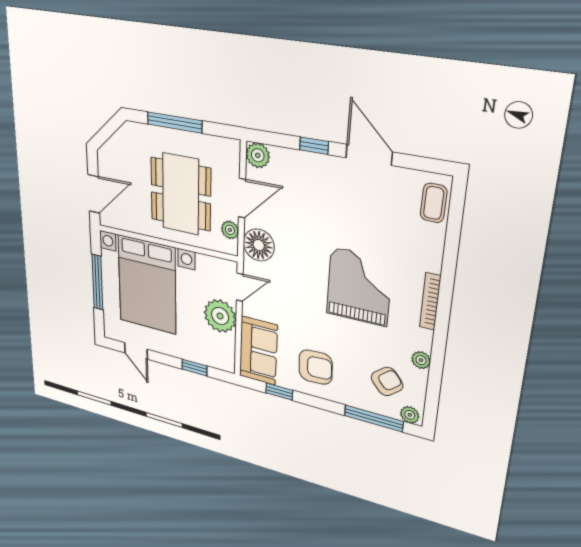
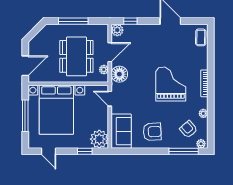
window: (314, 146) -> (130, 21), moved
door: (240, 287) -> (110, 99), swing flipped
plant: (220, 316) -> (99, 139), moved
armchair: (387, 382) -> (188, 129), turned -91
window: (279, 392) -> (134, 151), removed

